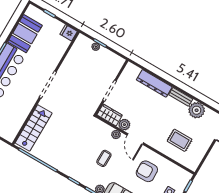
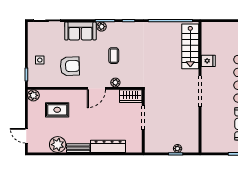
fridge: (69, 33) -> (208, 61), moved
plant: (124, 125) -> (33, 95), moved
door: (135, 139) -> (96, 88), swing flipped

